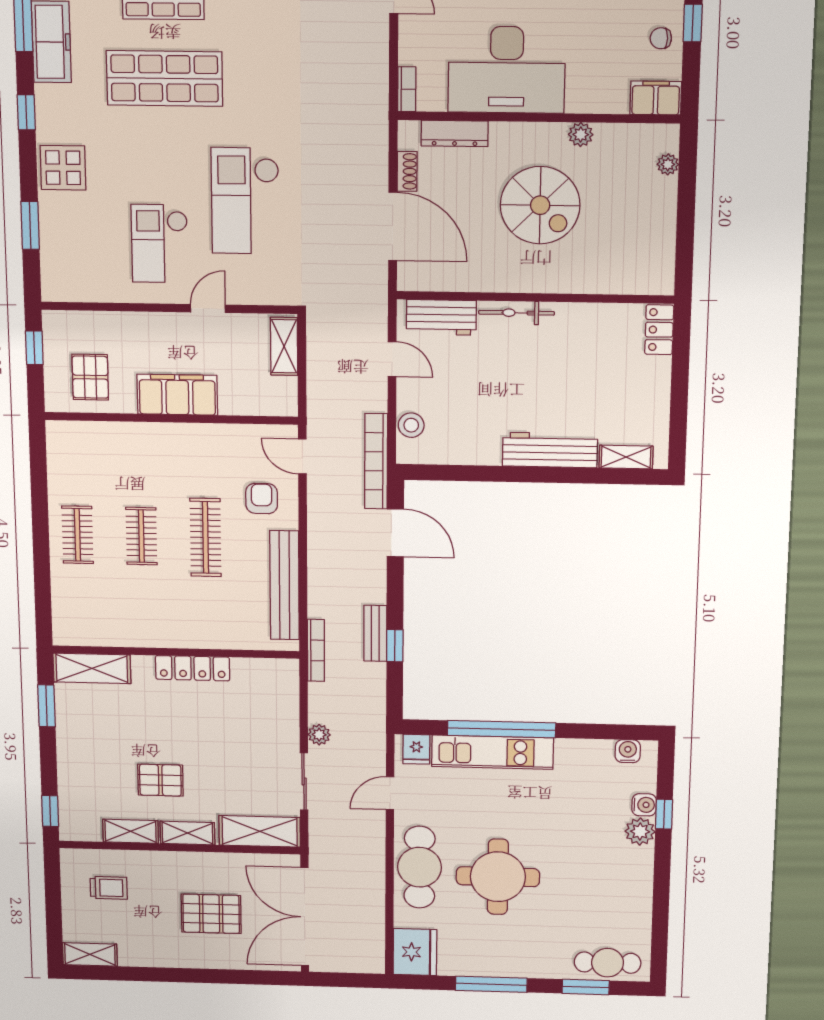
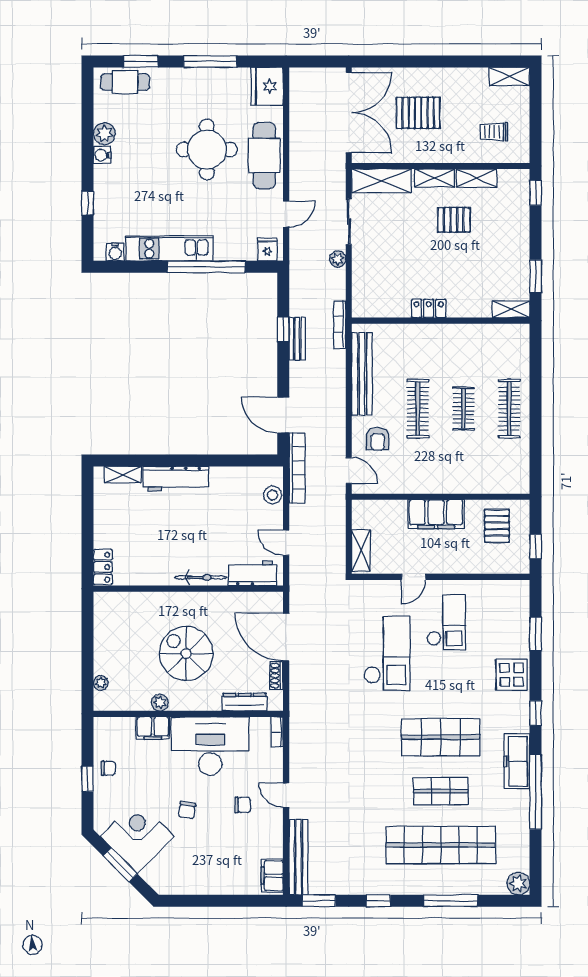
filing cabinet: (656, 98) -> (153, 728), moved
clothes rail: (77, 535) -> (509, 409), width x1.36
shelving: (92, 668) -> (511, 309), width x0.67, depth x0.75
locker: (193, 668) -> (429, 308), width x0.66
kitchen unit: (492, 752) -> (169, 249), moved
water cooler: (644, 805) -> (102, 155), moved
plant: (640, 831) -> (104, 134), moved

